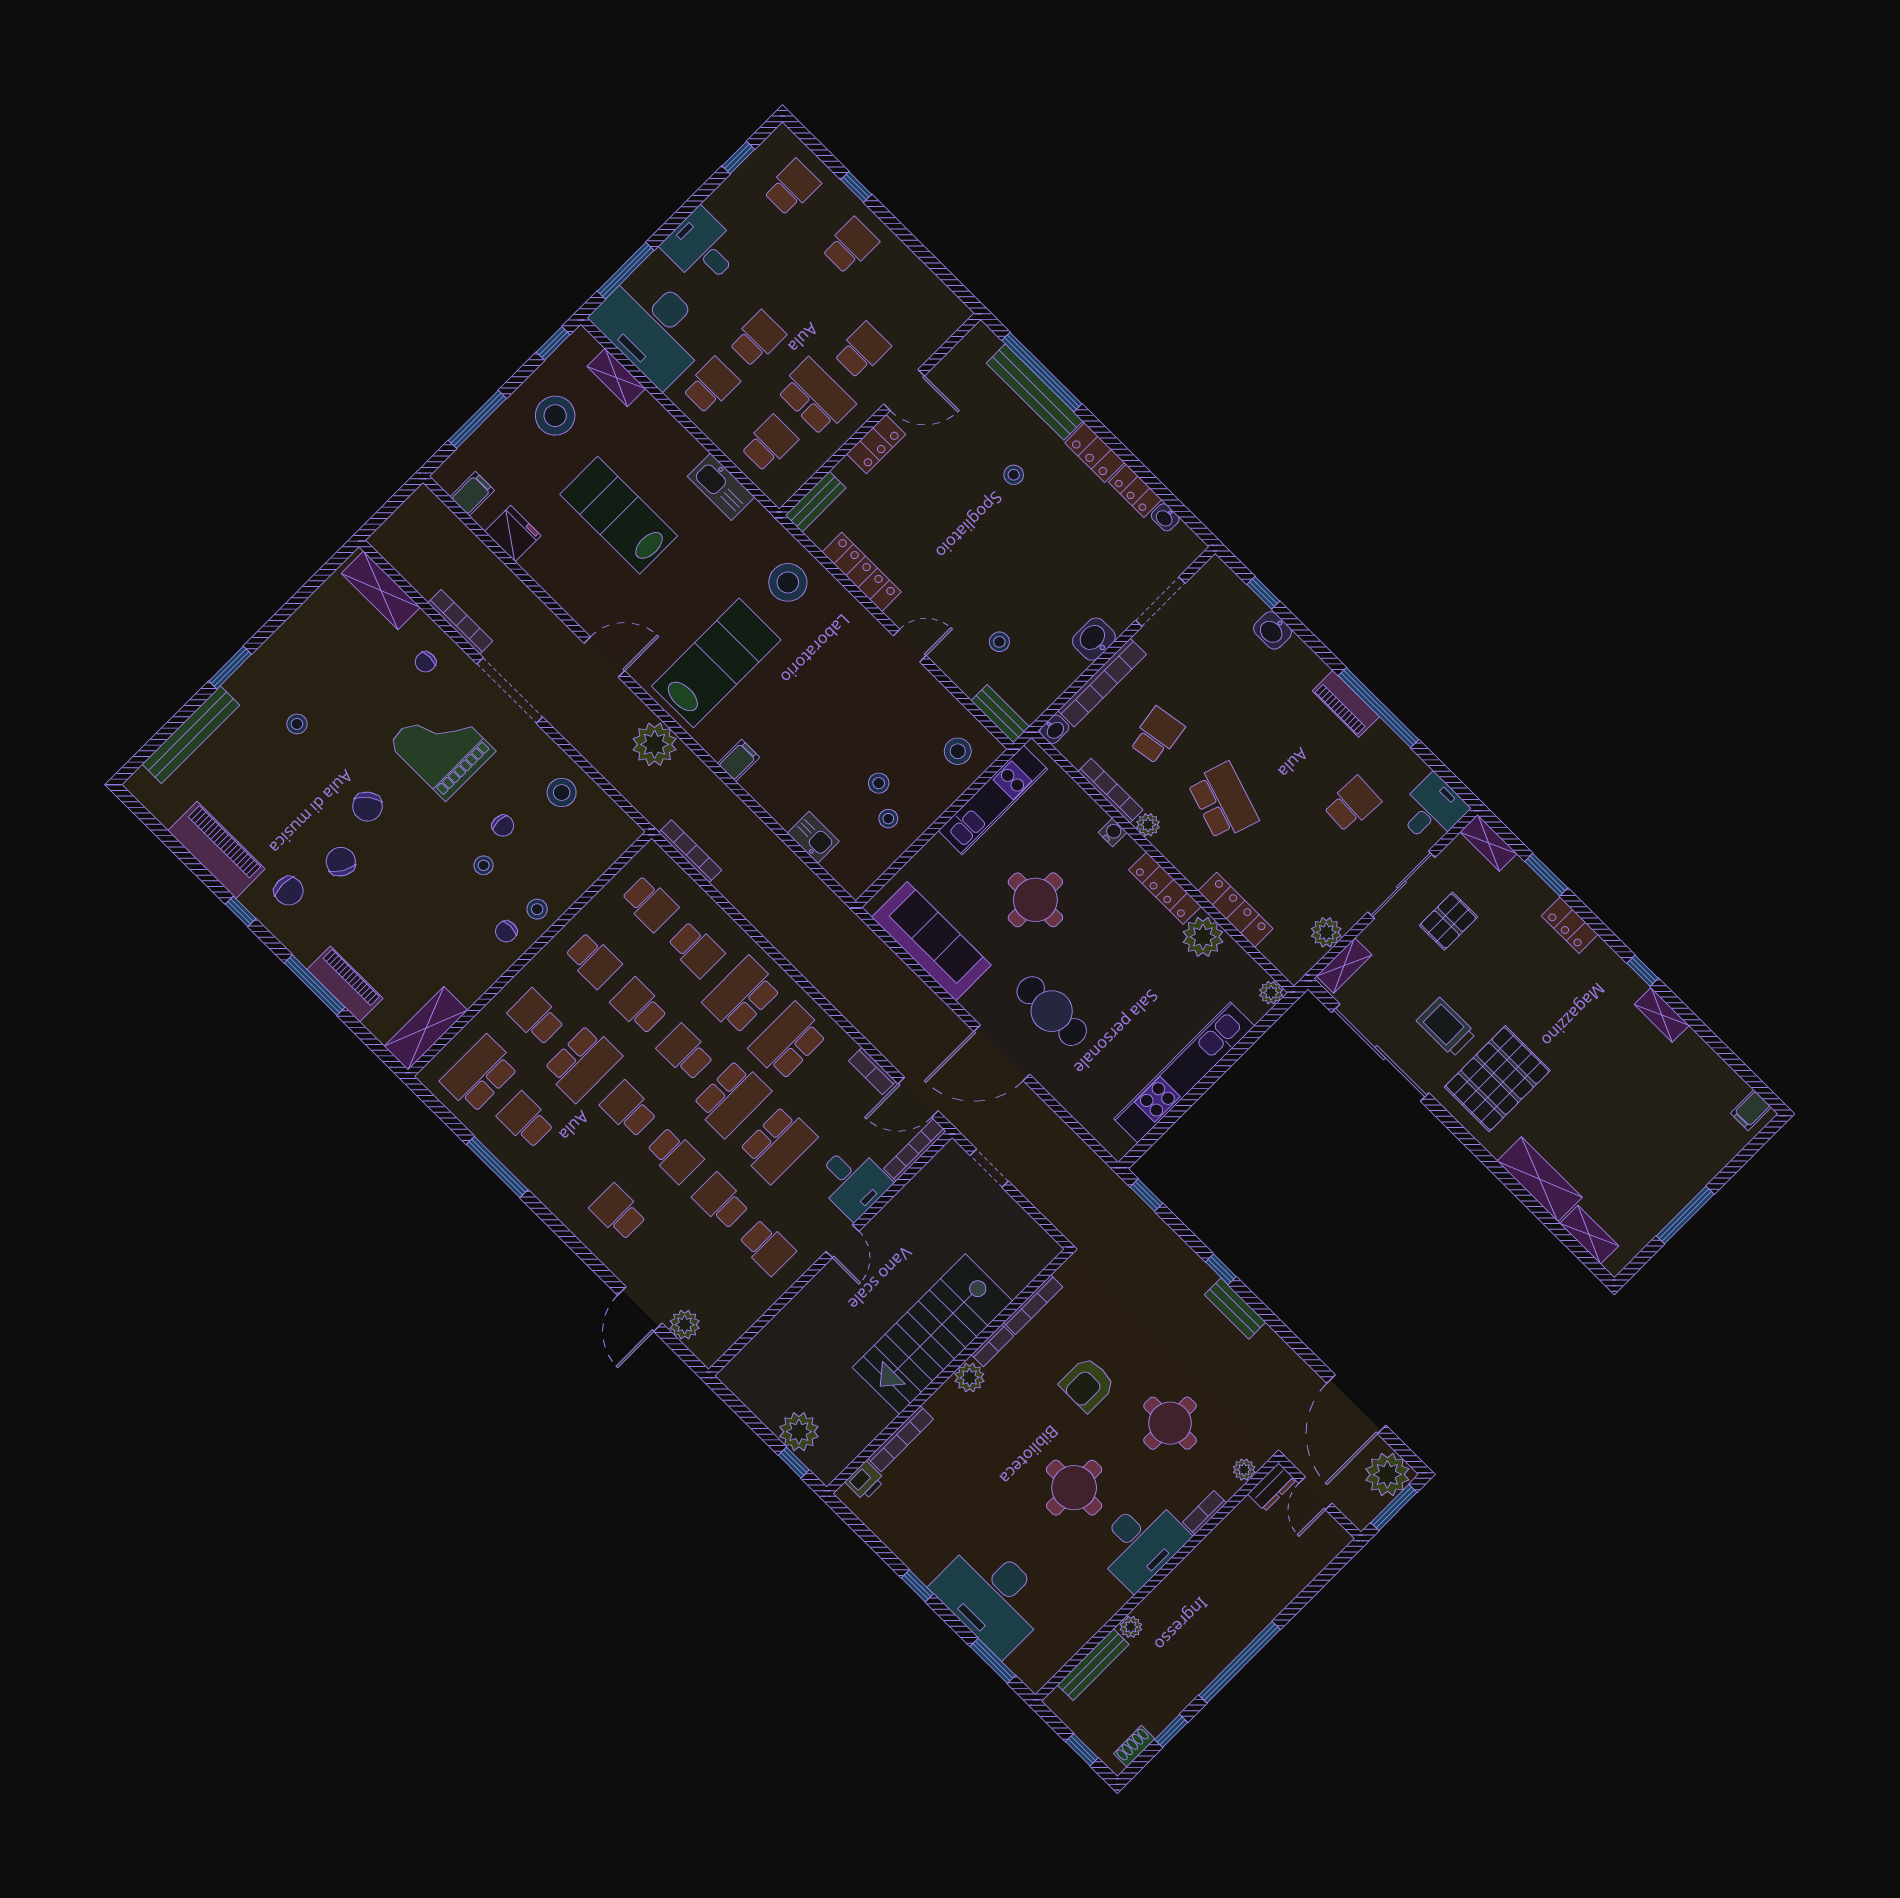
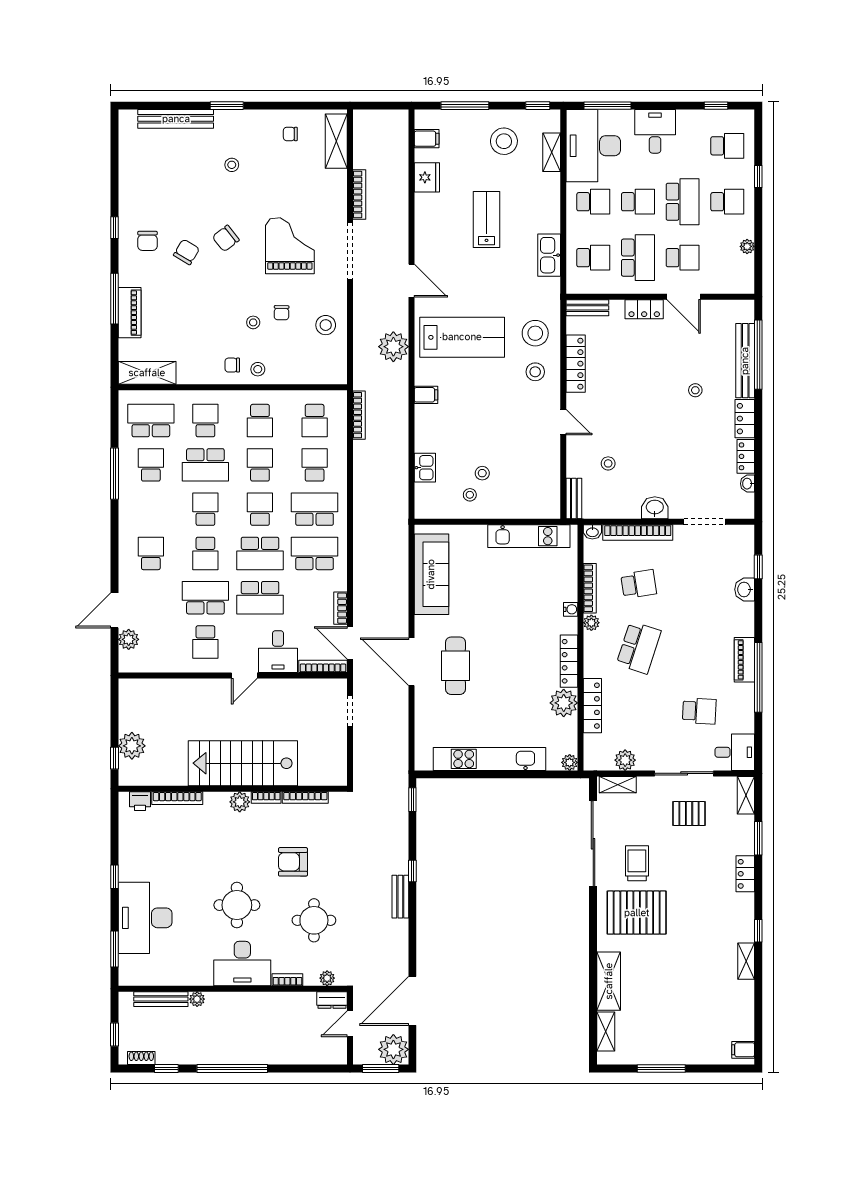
plant: (918, 271) -> (747, 246), added
school desk: (804, 292) -> (683, 202), added
lab bench: (619, 515) -> (487, 219), width x0.73, depth x0.72
chair: (426, 662) -> (290, 134), moved
stool: (958, 751) -> (535, 372), moved
piano: (216, 850) -> (133, 186), removed
round table: (1035, 900) -> (501, 605), removed
school desk: (696, 949) -> (315, 465), turned 180
school desk: (721, 1201) -> (205, 598), width x1.85

